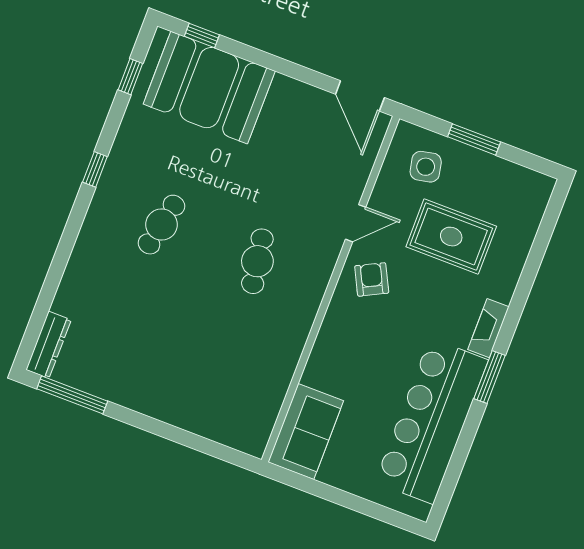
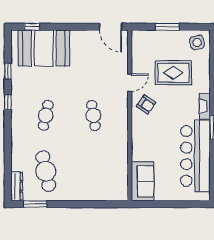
window: (130, 77) -> (8, 71), moved
side table: (426, 167) -> (197, 42), moved
armchair: (372, 279) -> (146, 104), turned 152
cafe table: (119, 337) -> (46, 171), added
window: (72, 395) -> (35, 204), width x0.69

